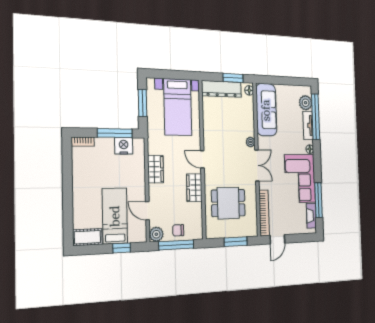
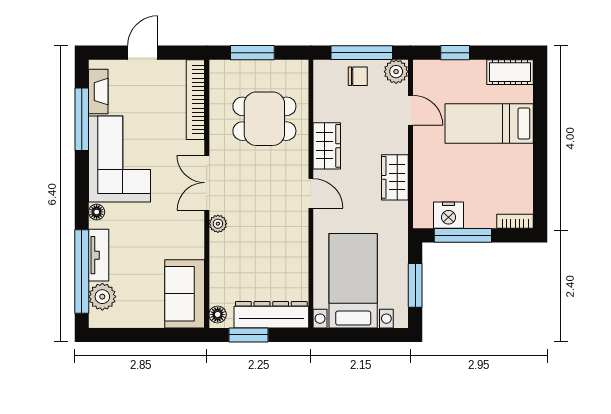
sofa: (266, 110) -> (185, 294), width x0.73
bed: (115, 216) -> (489, 124), moved, turned 90
door: (277, 239) -> (143, 53), moved

